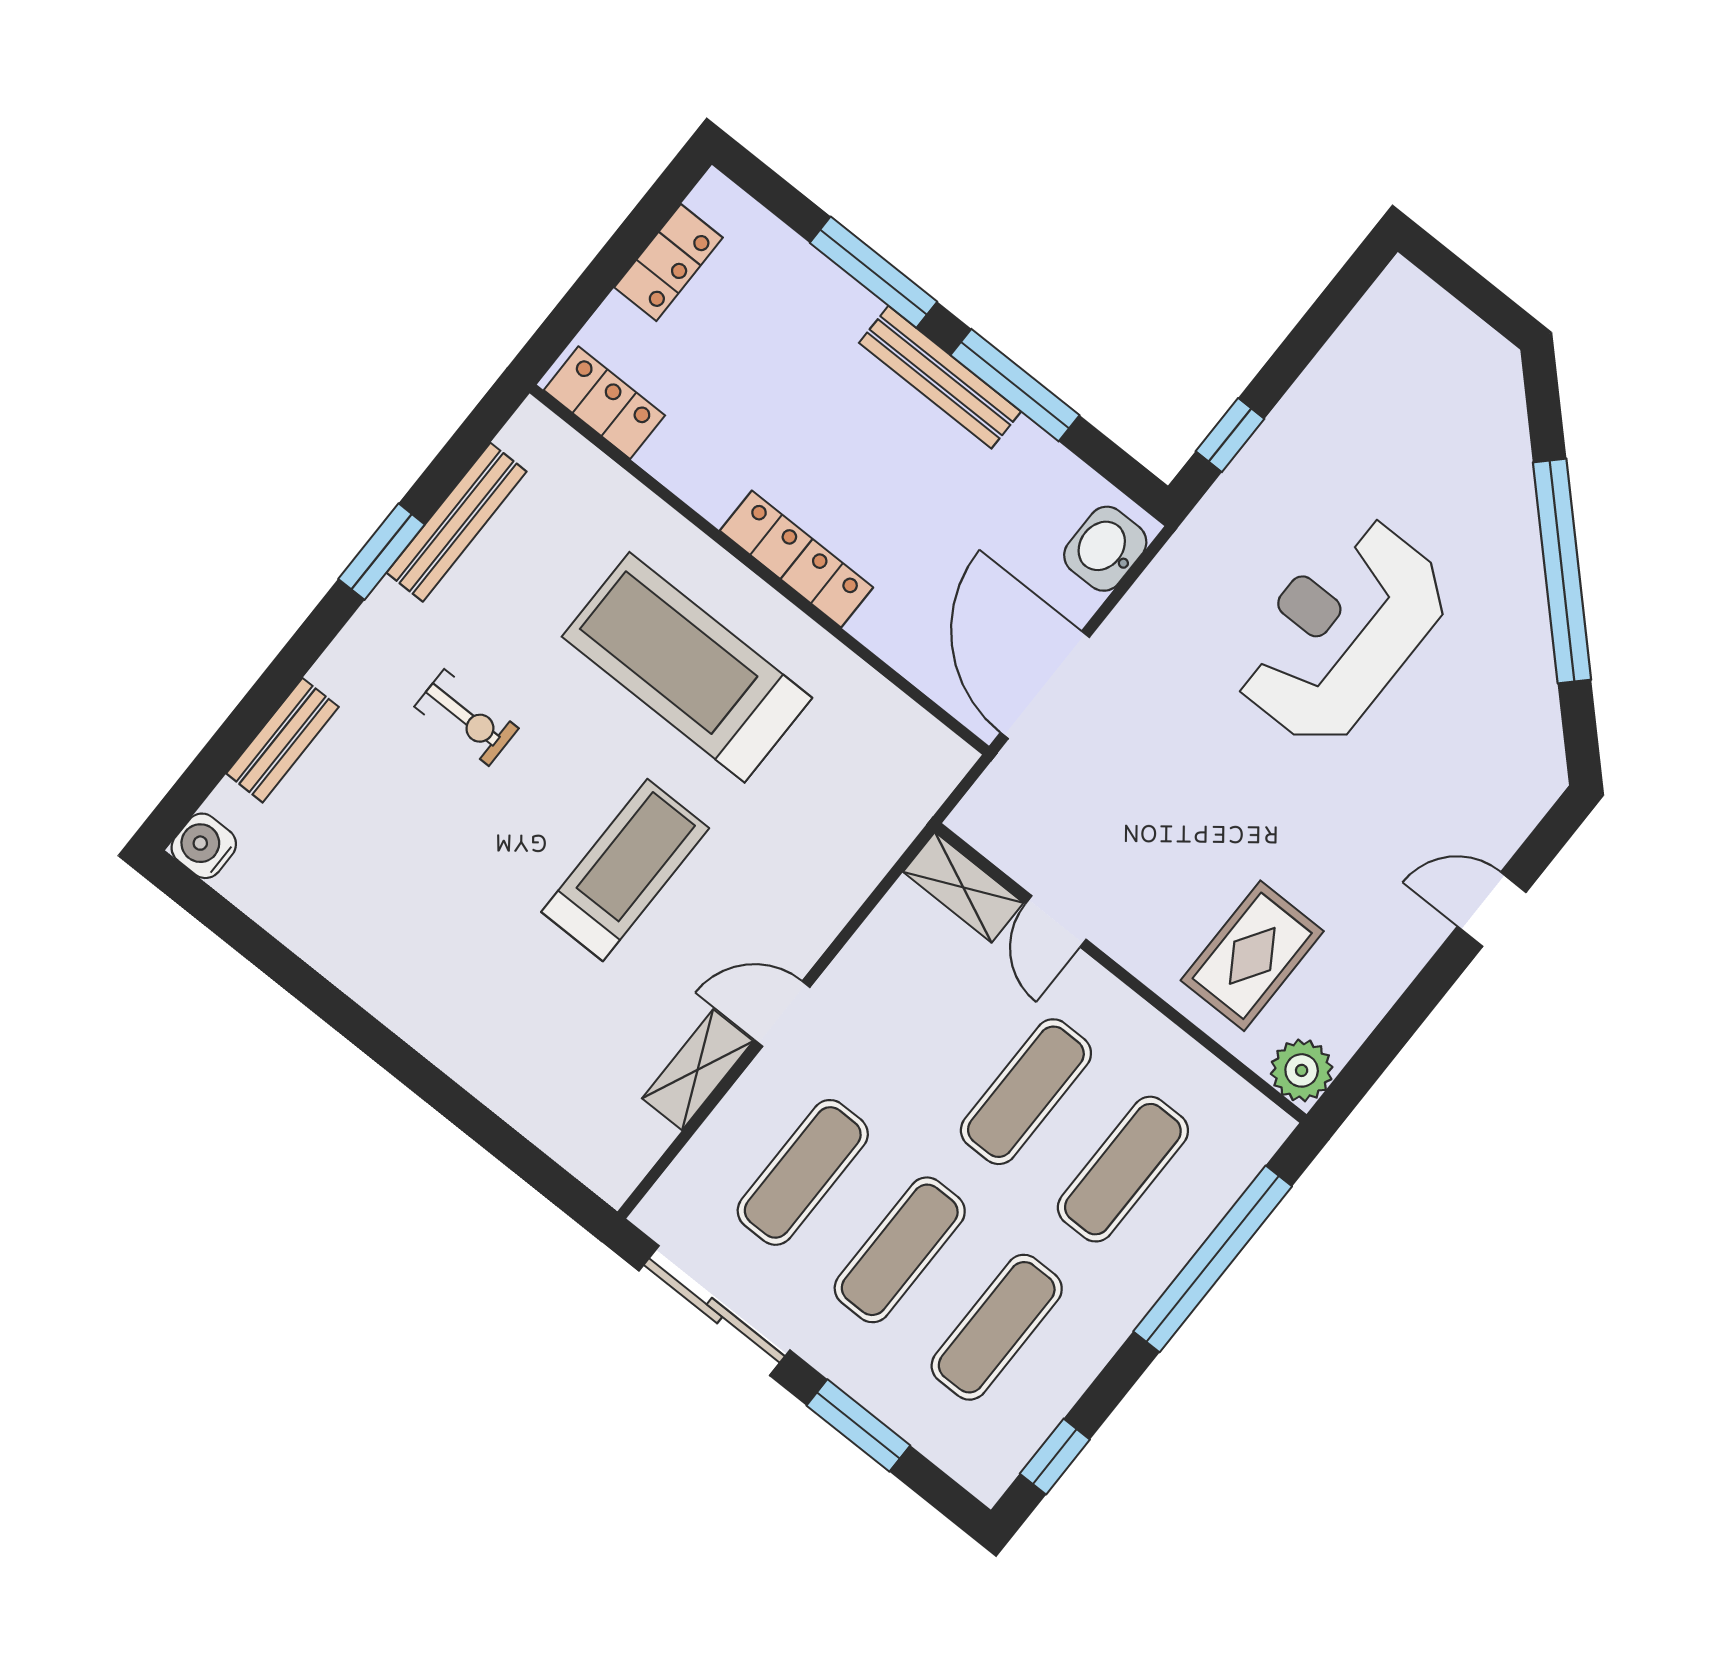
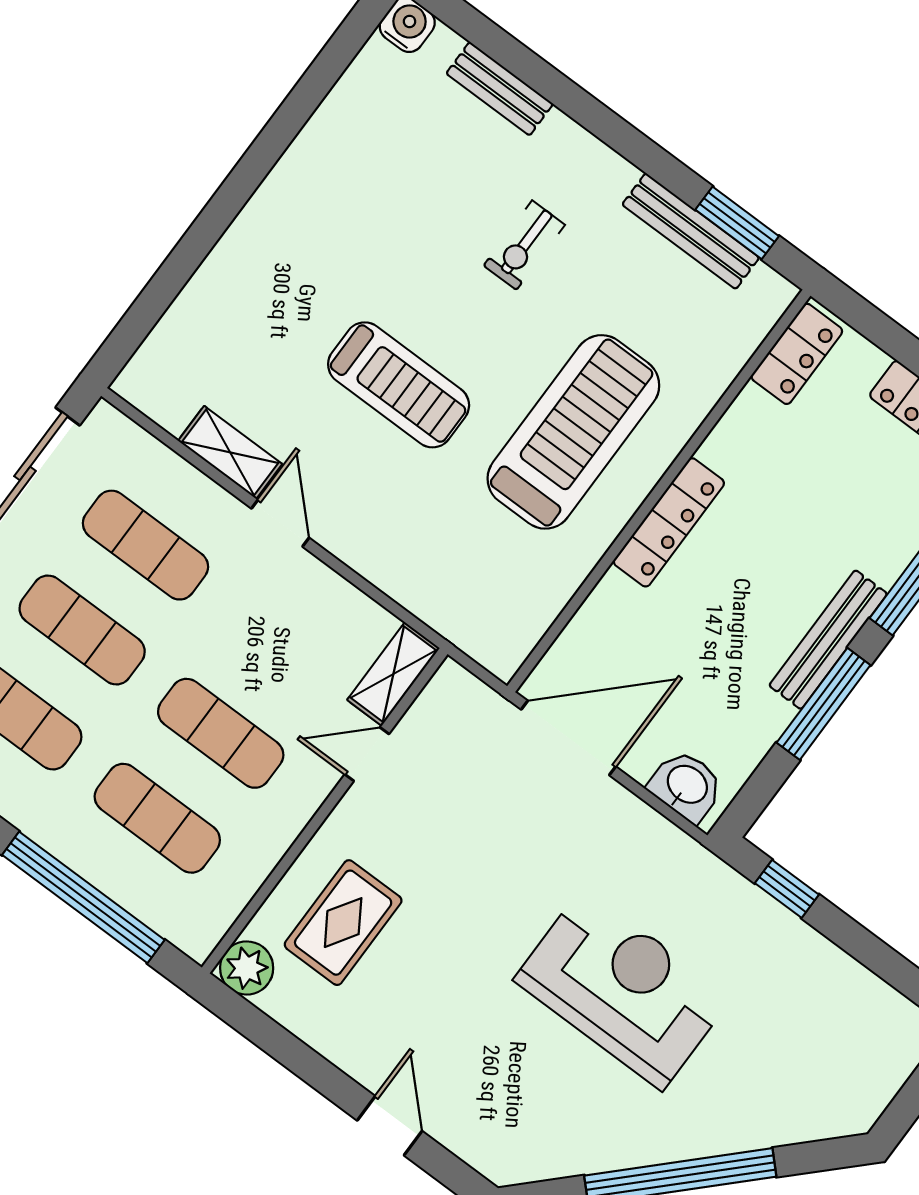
window: (382, 552) -> (737, 223), moved
rug: (1252, 956) -> (343, 923), turned 90

